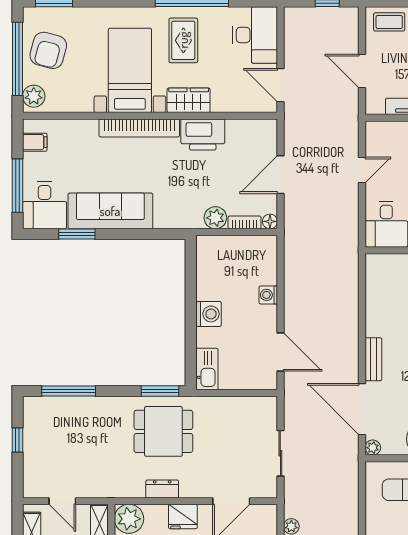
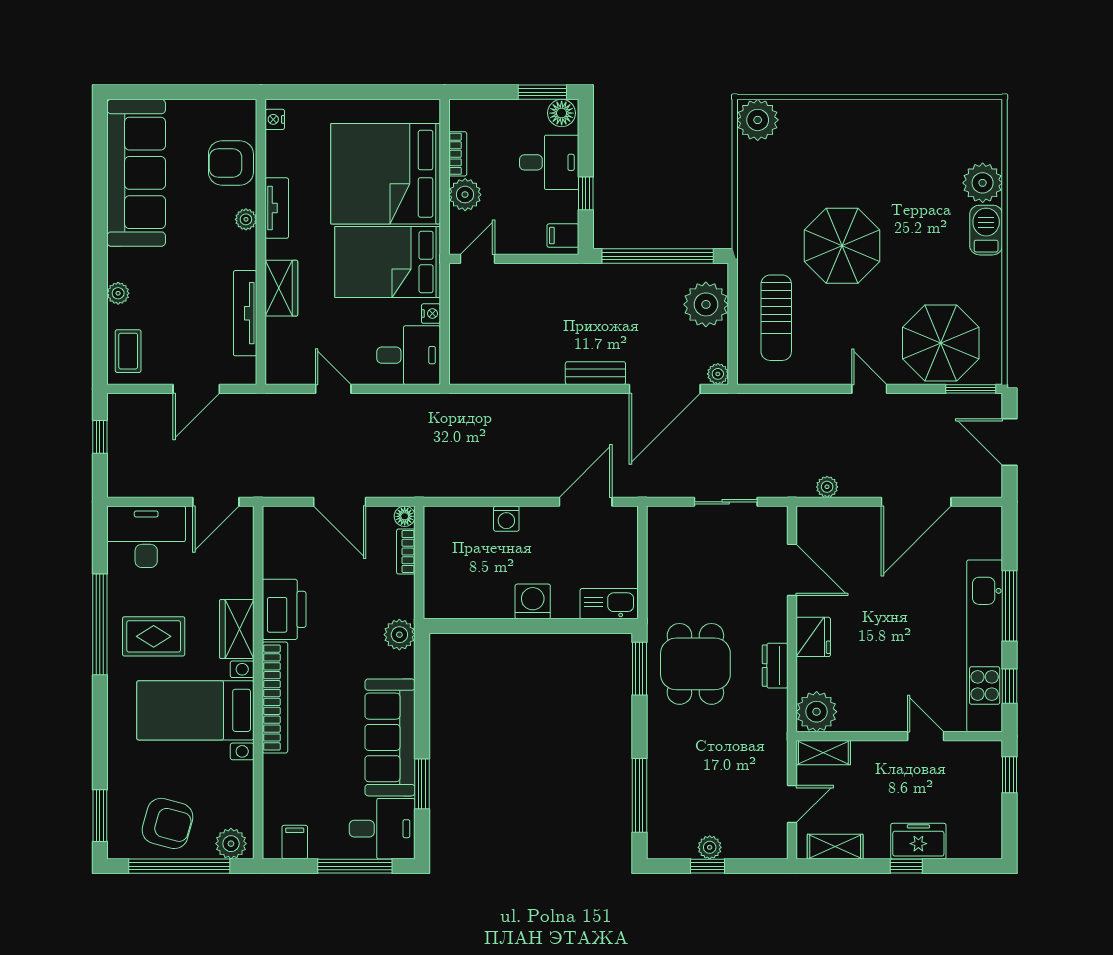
plant: (215, 218) -> (399, 635), moved
plant: (31, 442) -> (710, 847), added

